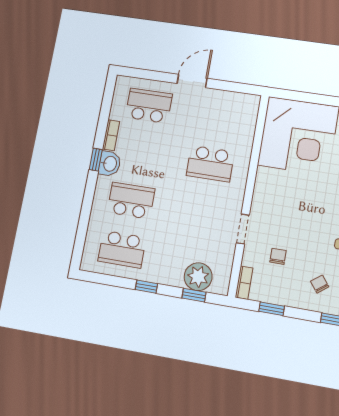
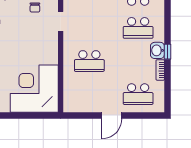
school desk: (210, 164) -> (89, 61), turned 180

